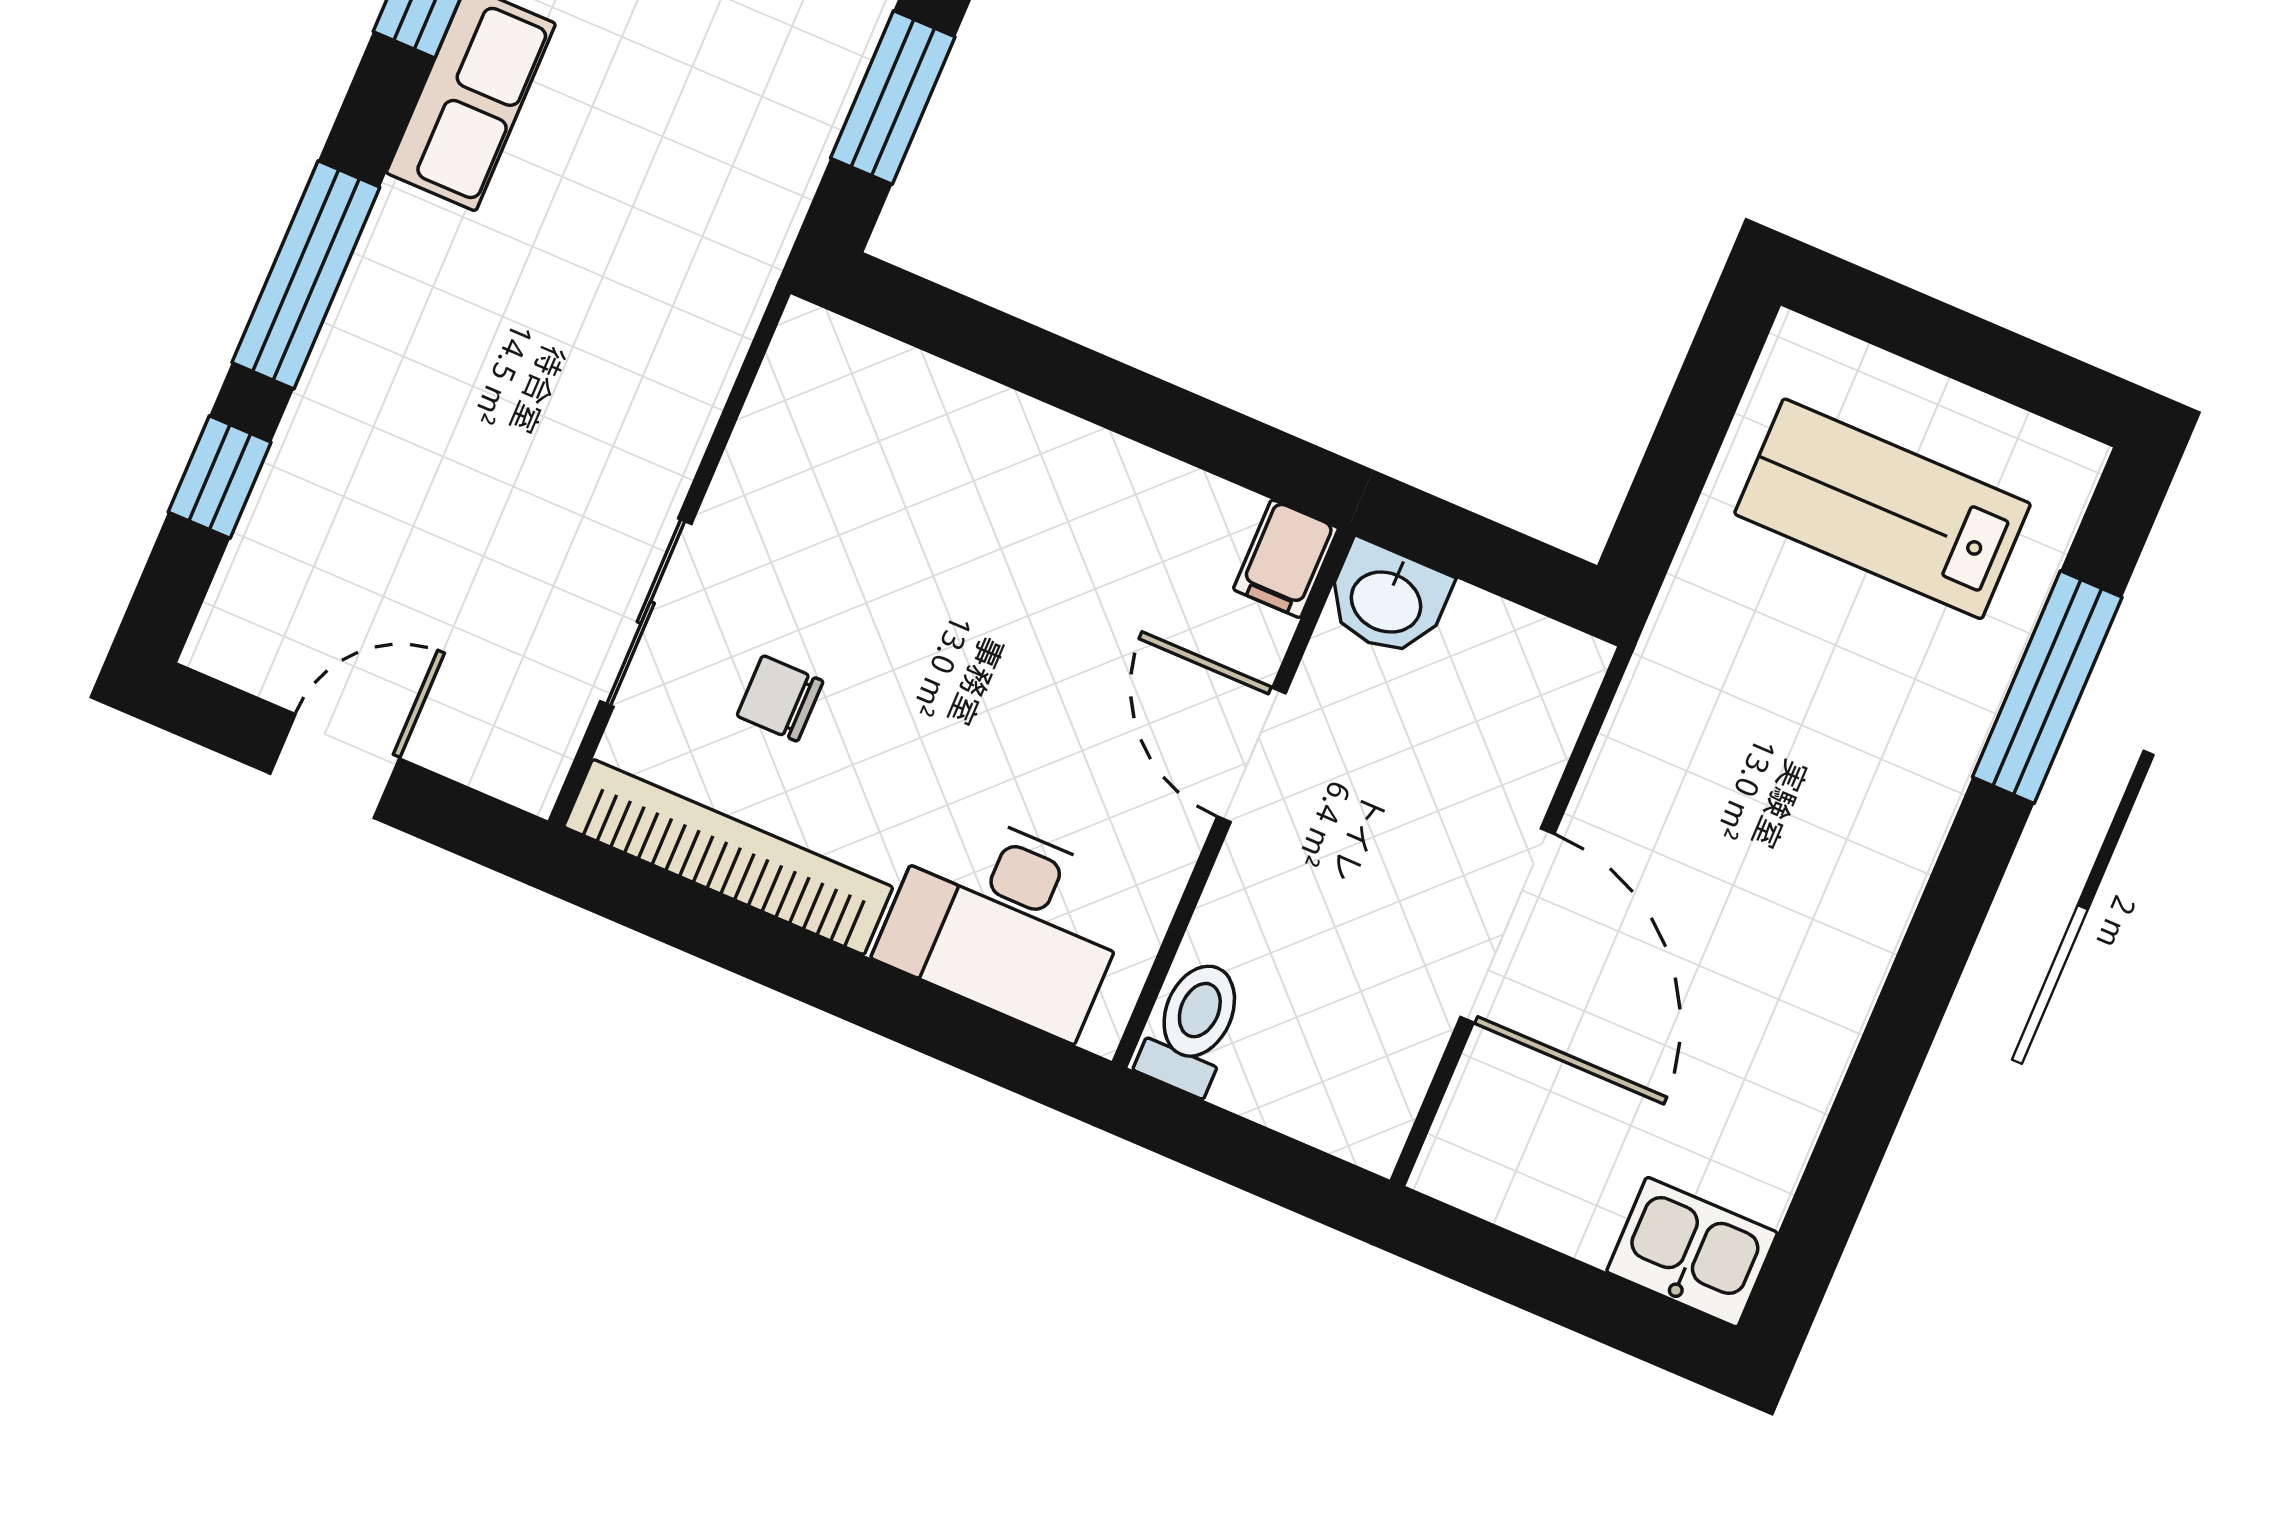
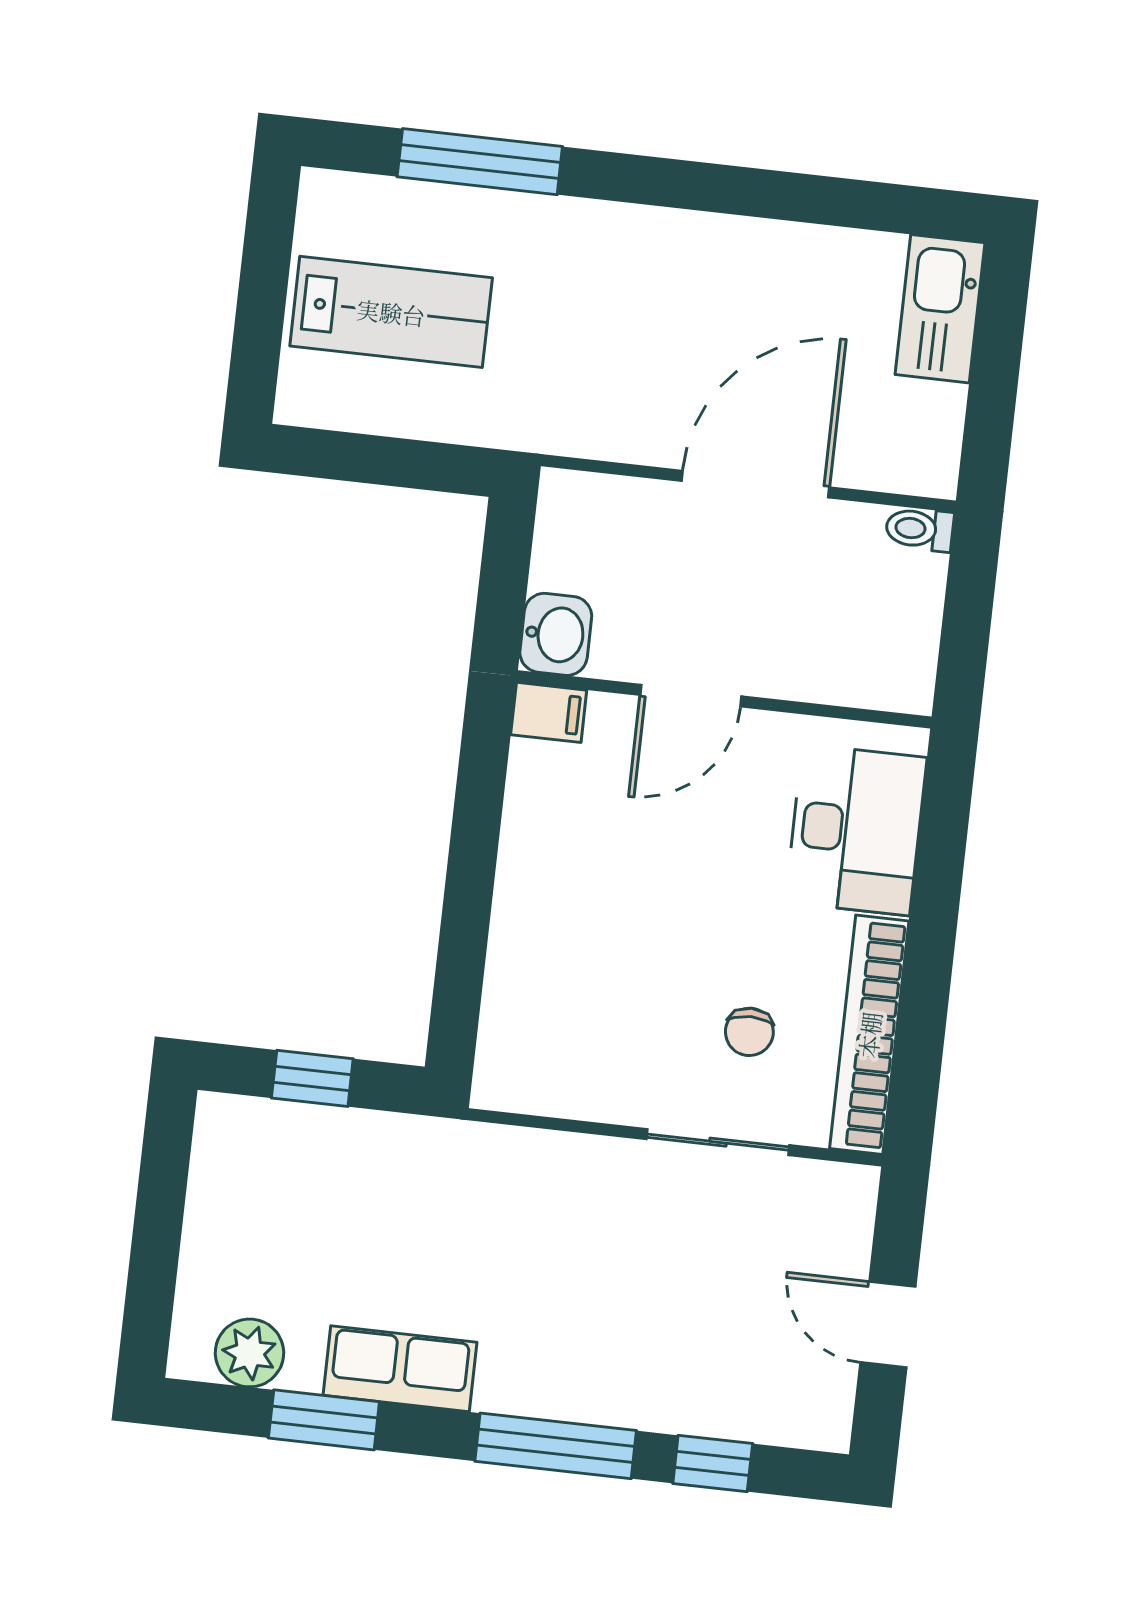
window: (893, 98) -> (312, 1078), width x0.67
lab bench: (1883, 509) -> (391, 312), turned -90
toilet: (1193, 1026) -> (920, 529), moved, width x0.73, depth x0.72
kitchen sink: (1692, 1252) -> (940, 309), width x1.38

